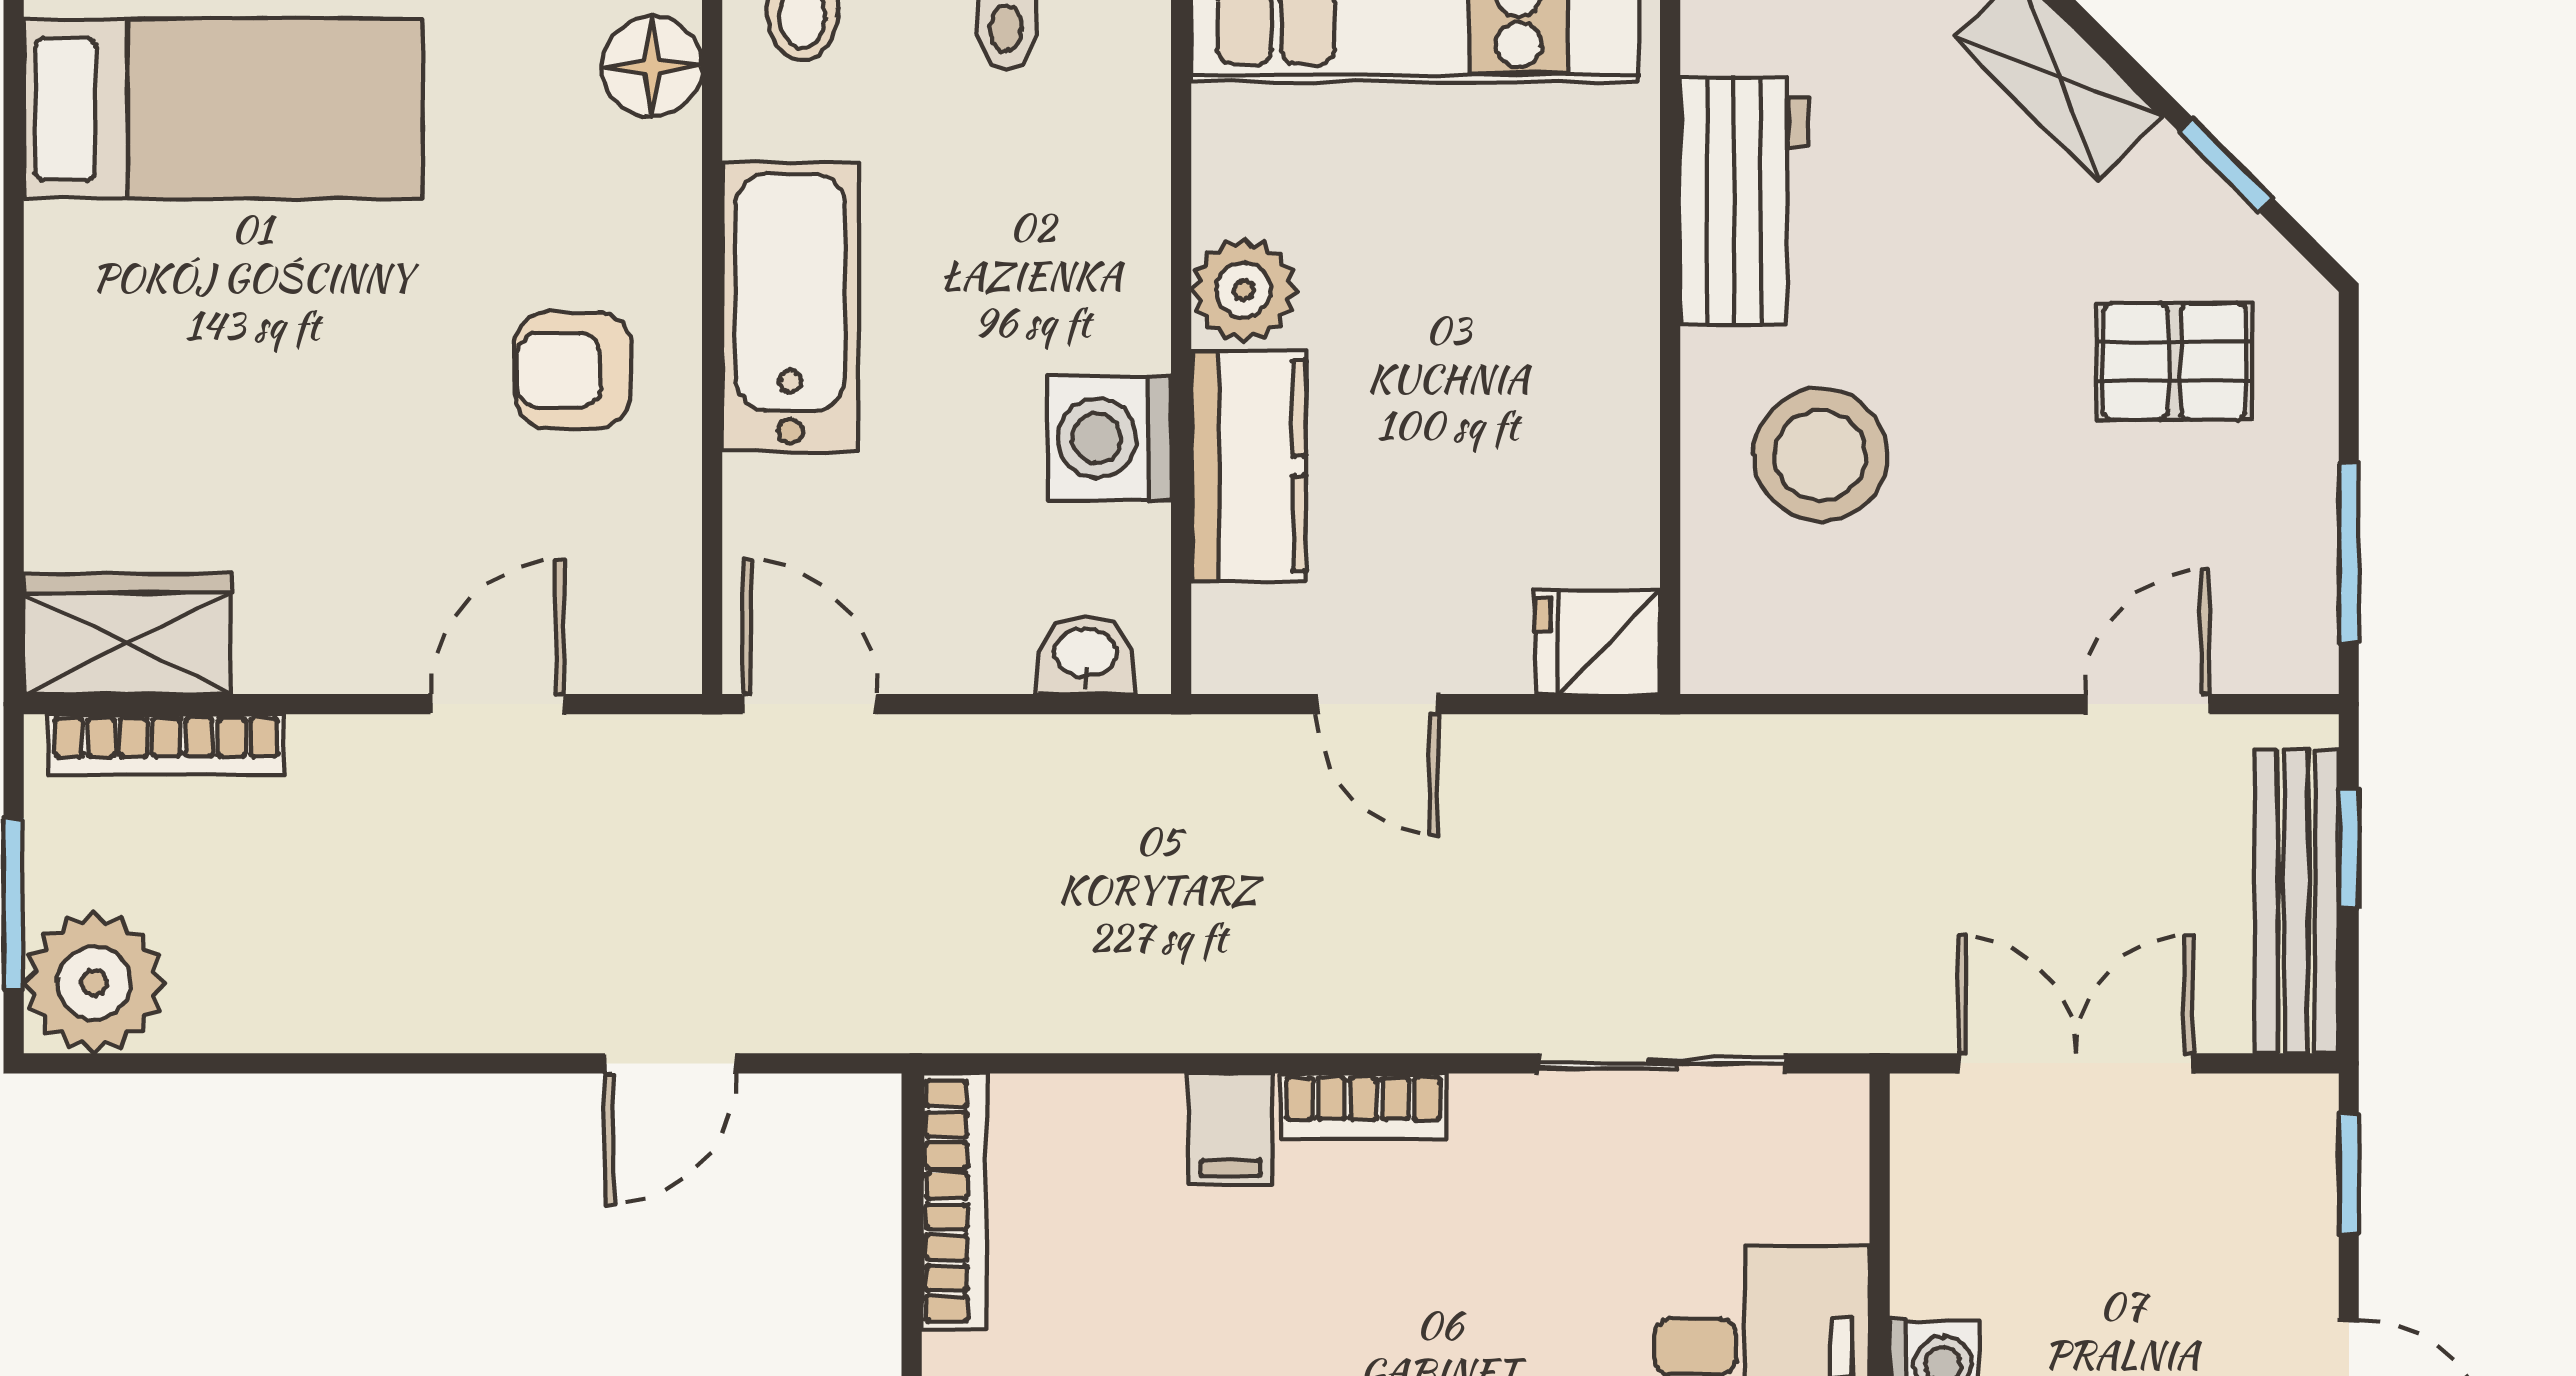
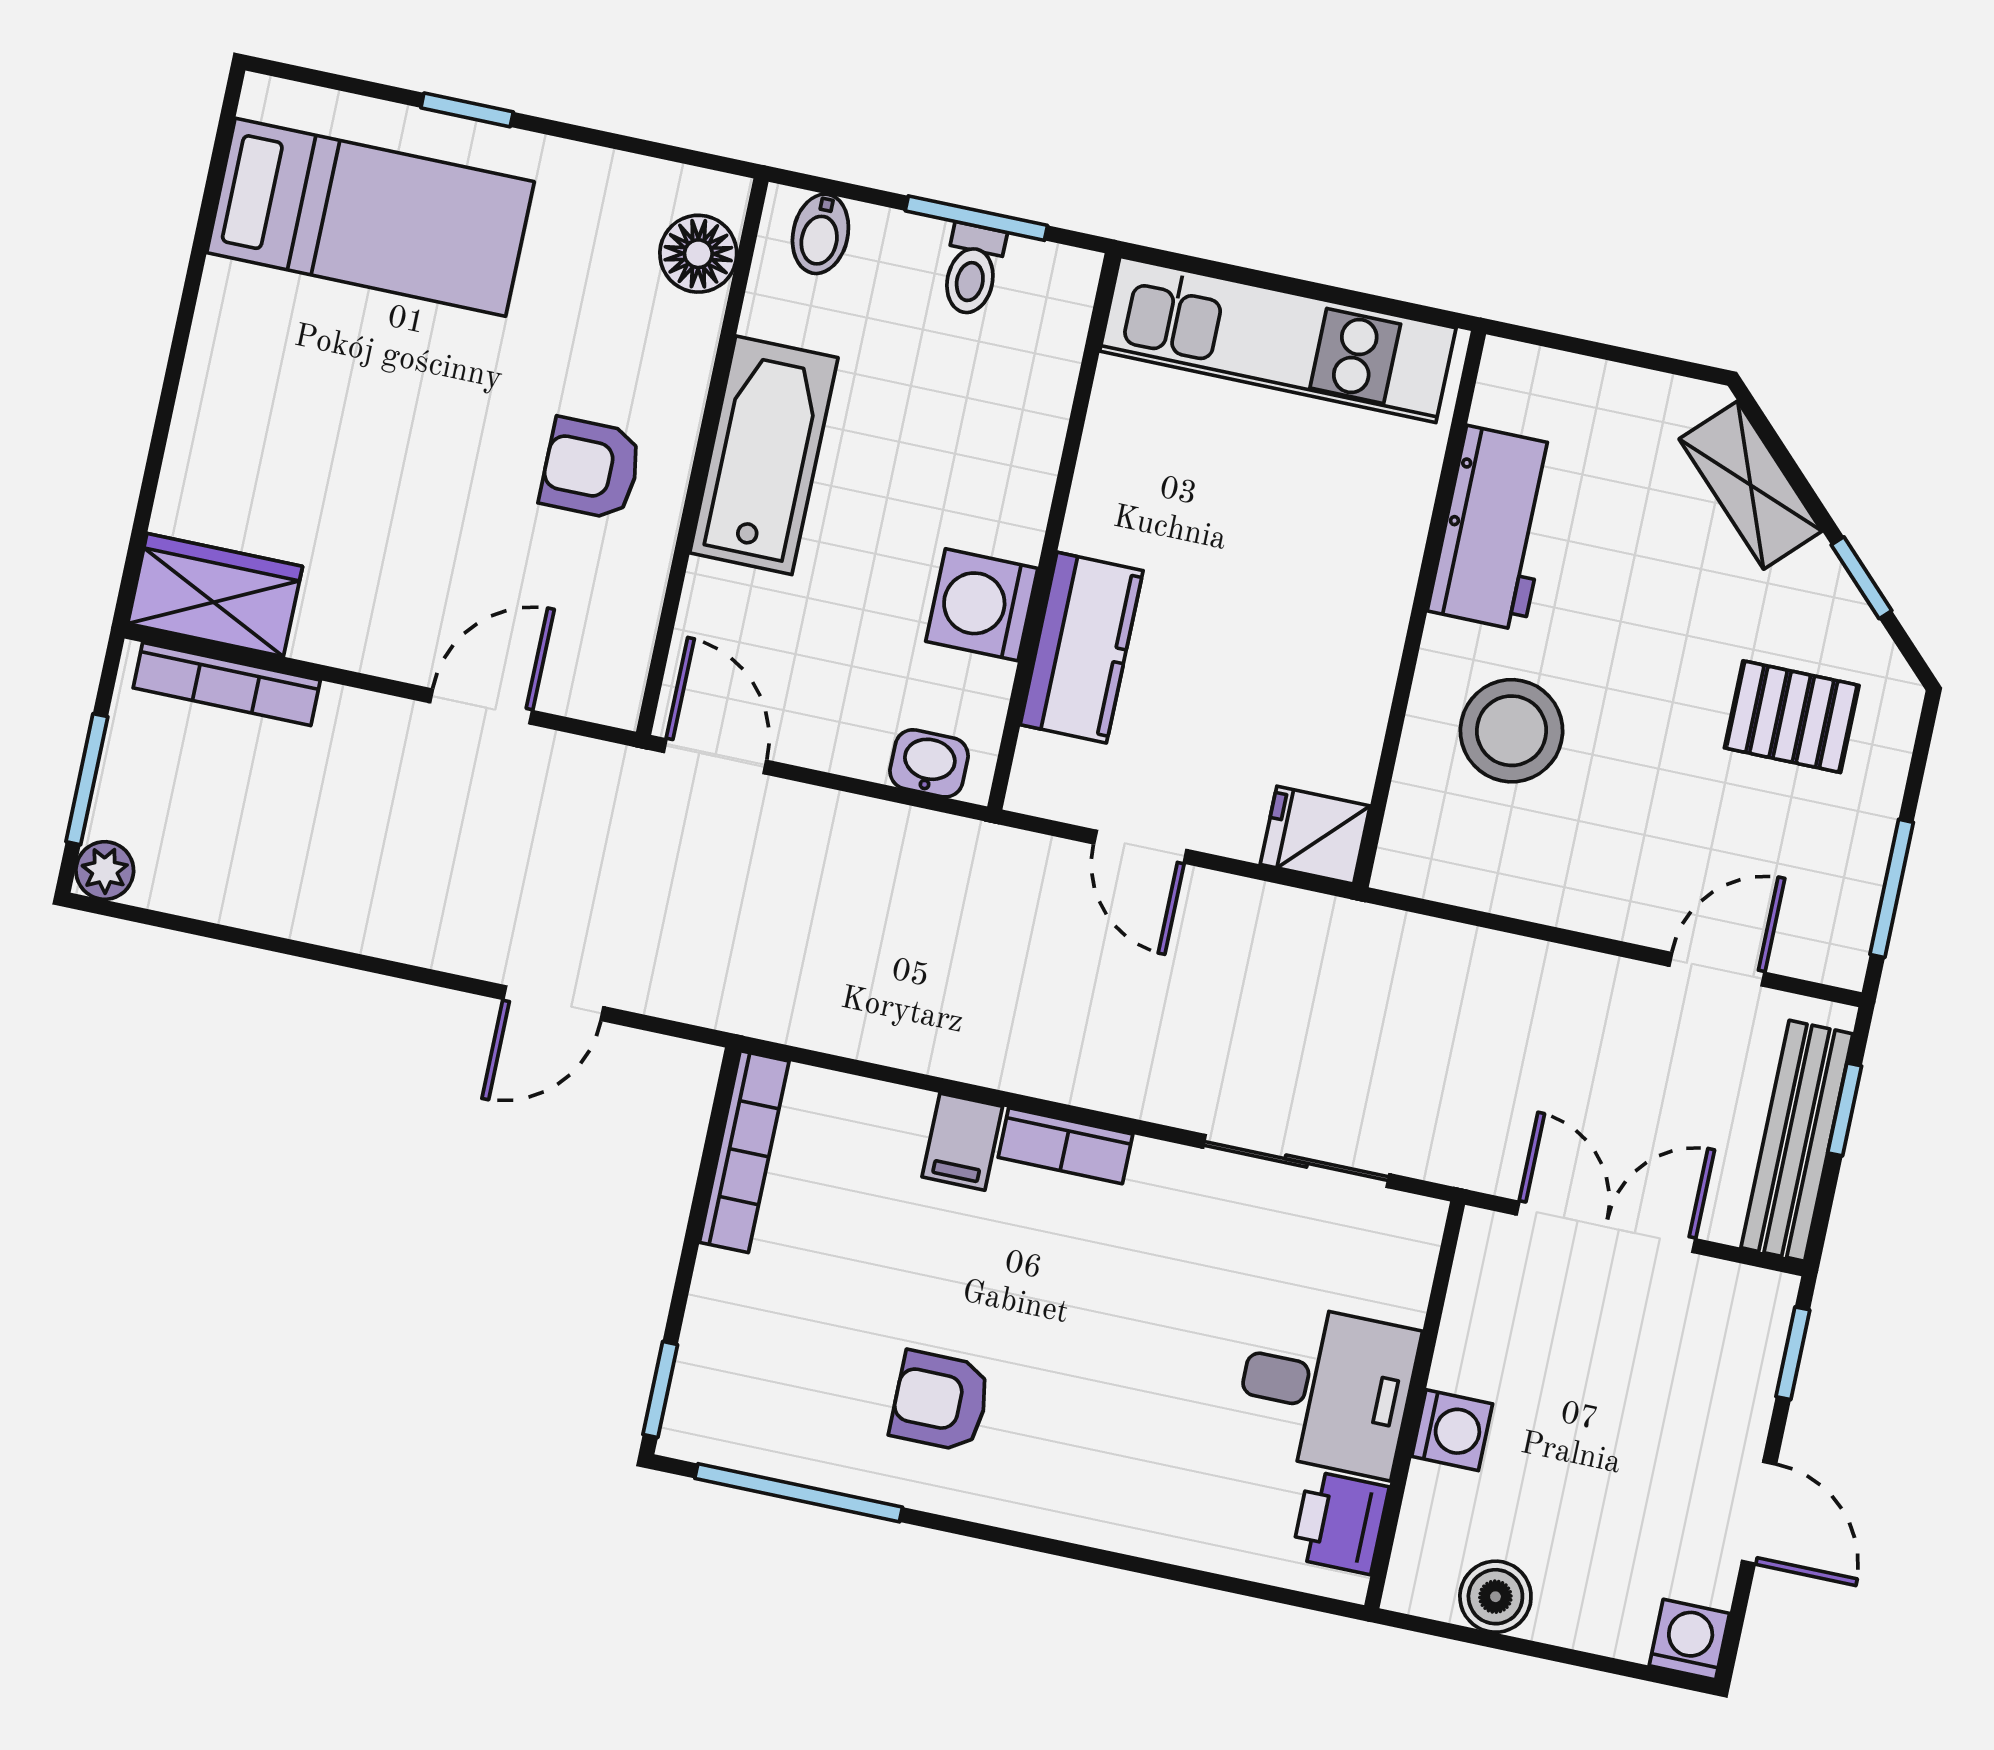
plant: (1244, 290) -> (1106, 515), removed
plant: (94, 983) -> (105, 870), width x0.53, depth x0.53

